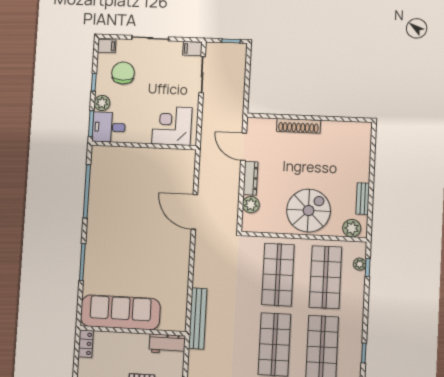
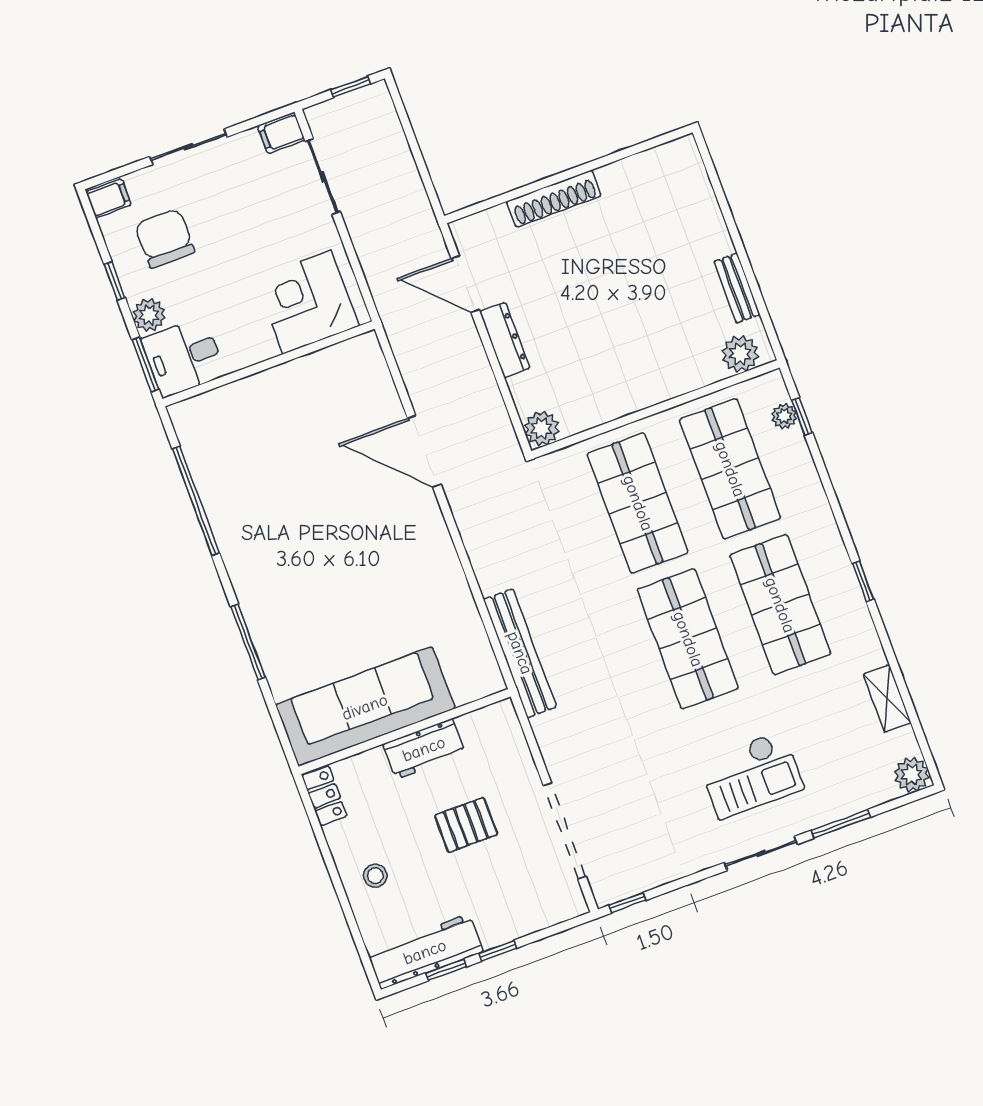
plant: (251, 205) -> (541, 429), moved
spiral stairs: (309, 211) -> (643, 355), removed
workbench: (167, 344) -> (424, 749), moved

